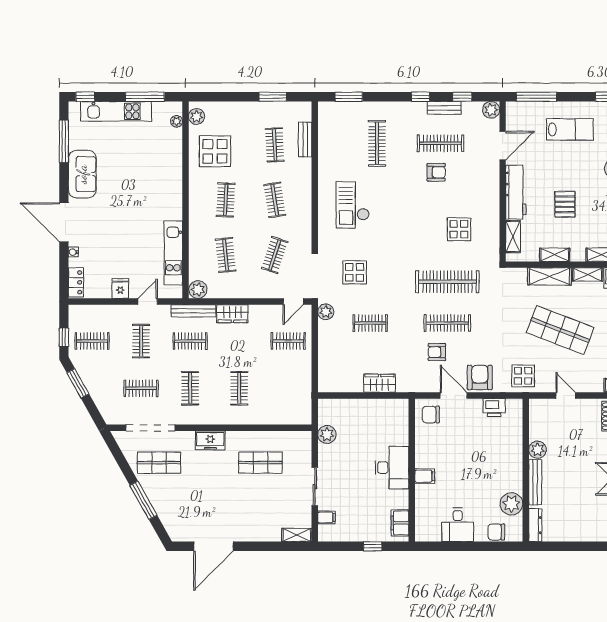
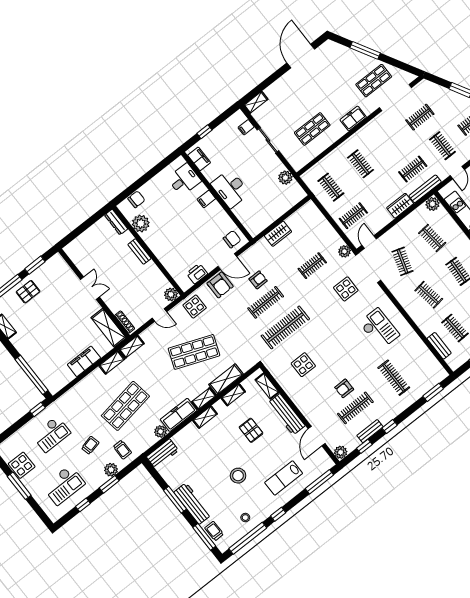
clothes rail: (190, 388) -> (331, 187), moved
plant: (538, 450) -> (171, 294), moved
bench: (535, 482) -> (139, 251), width x0.73
desk: (458, 525) -> (184, 180), moved, turned 90

